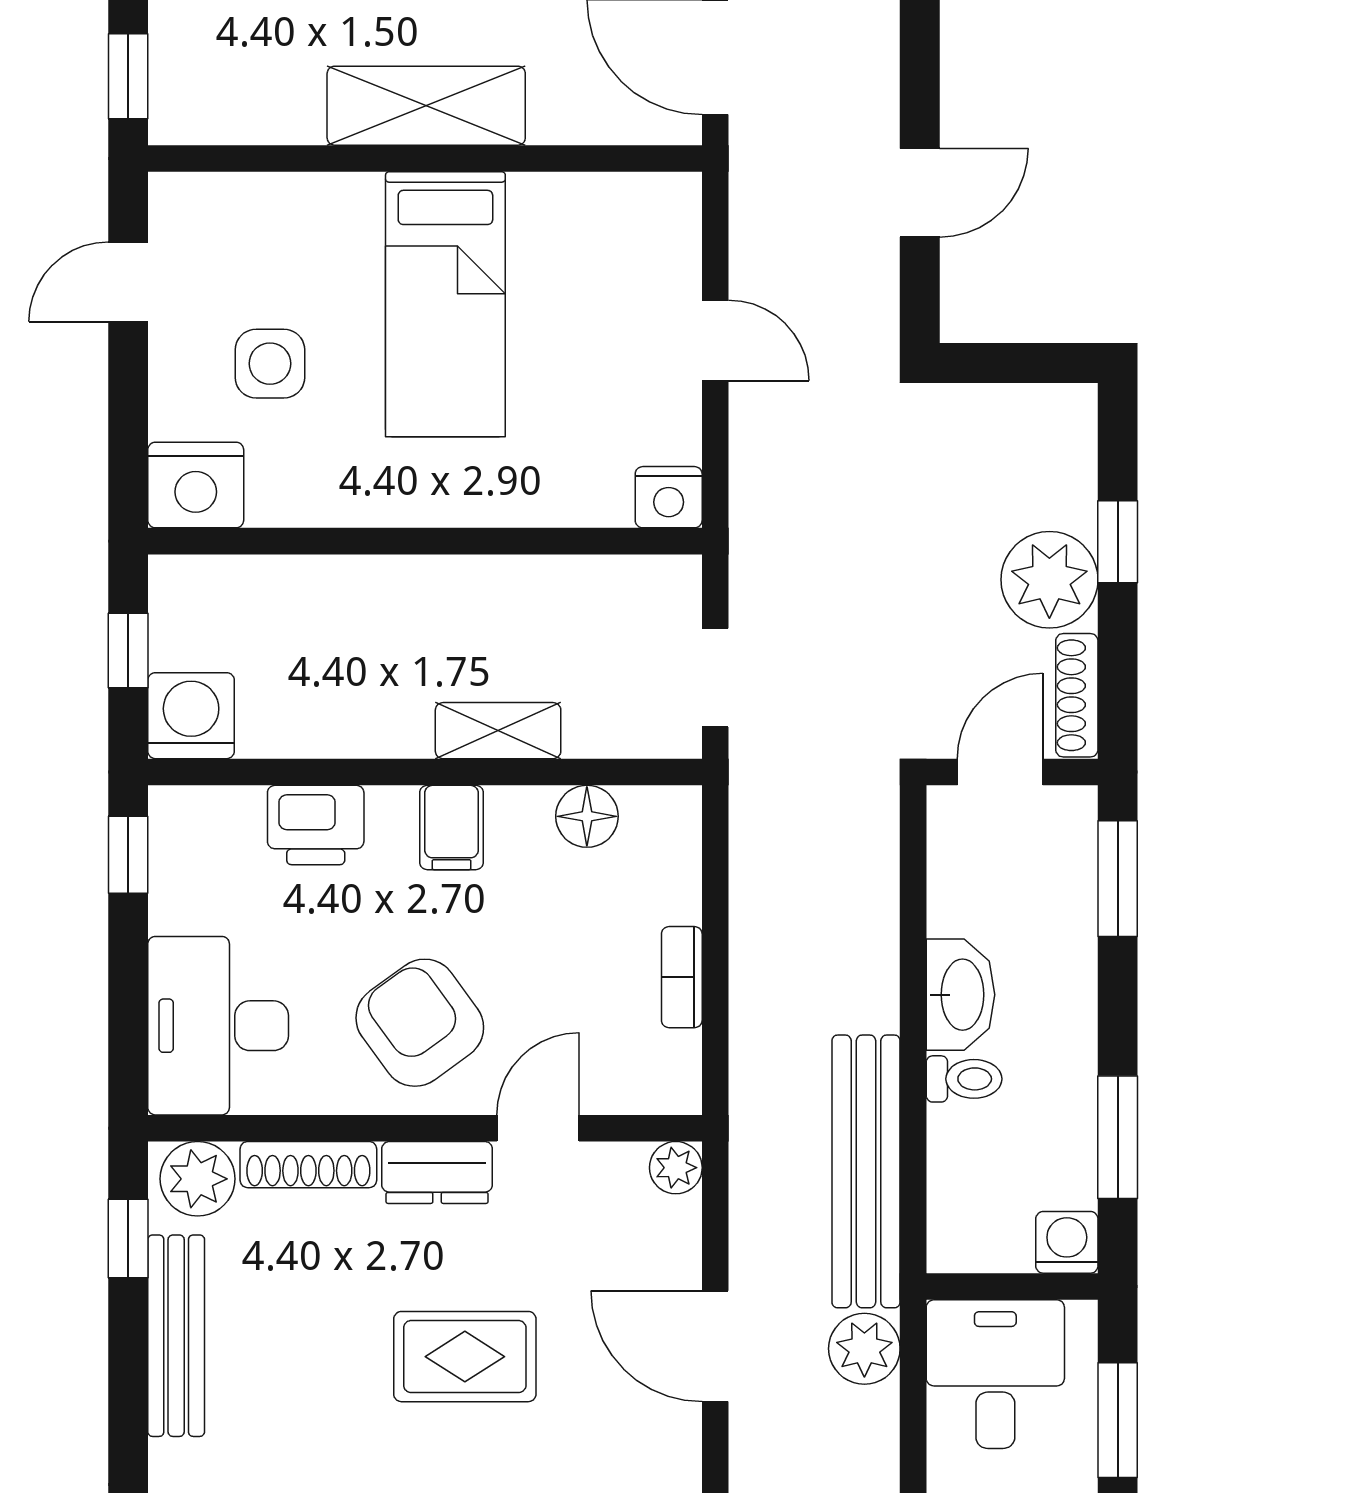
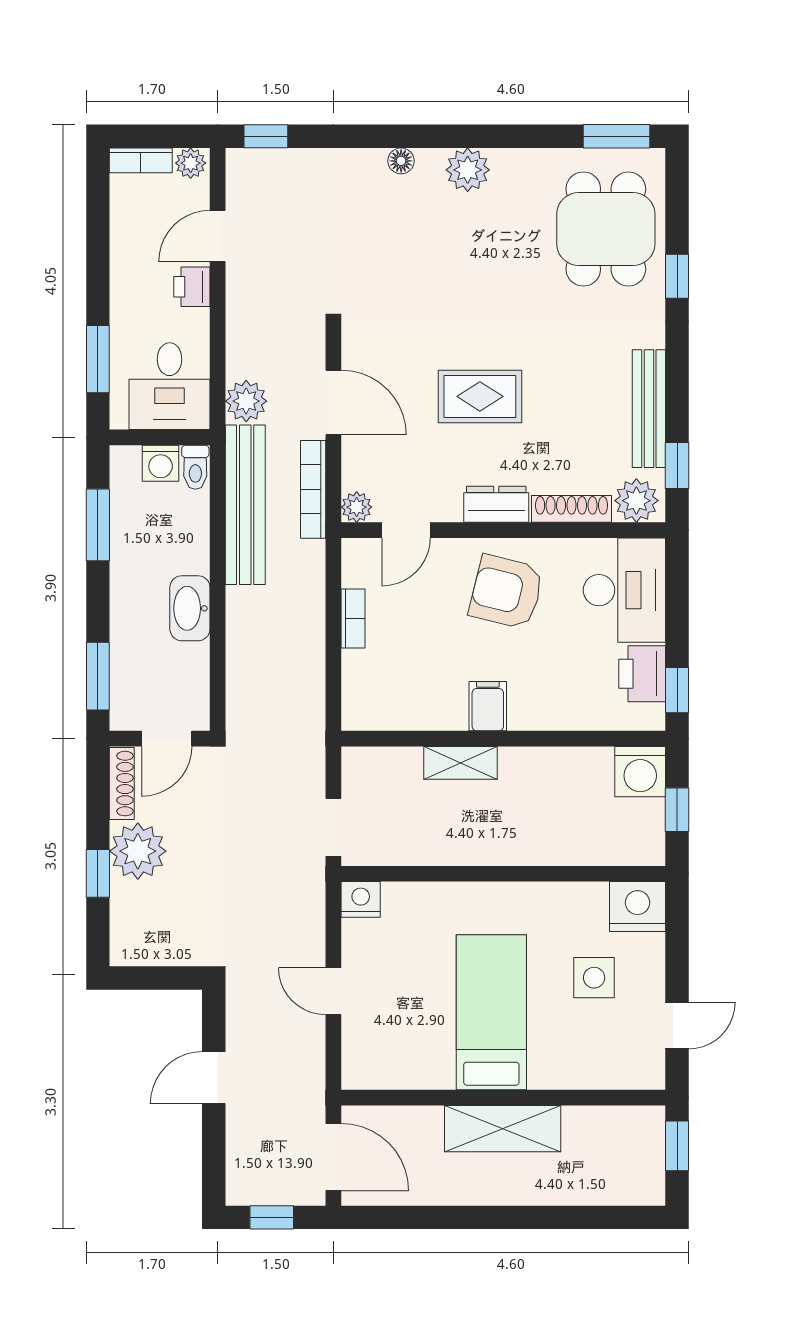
doorway: (715, 678) -> (333, 827), moved
floor lamp: (587, 816) -> (408, 713), removed
printer: (316, 825) -> (642, 674), moved, turned -90
armchair: (420, 1023) -> (506, 592), turned 140
toilet: (964, 1079) -> (195, 467), moved, turned -90
door: (538, 1128) -> (406, 530), moved
bookcase: (750, 1198) -> (313, 489), added
washing machine: (1067, 1242) -> (161, 463), moved

